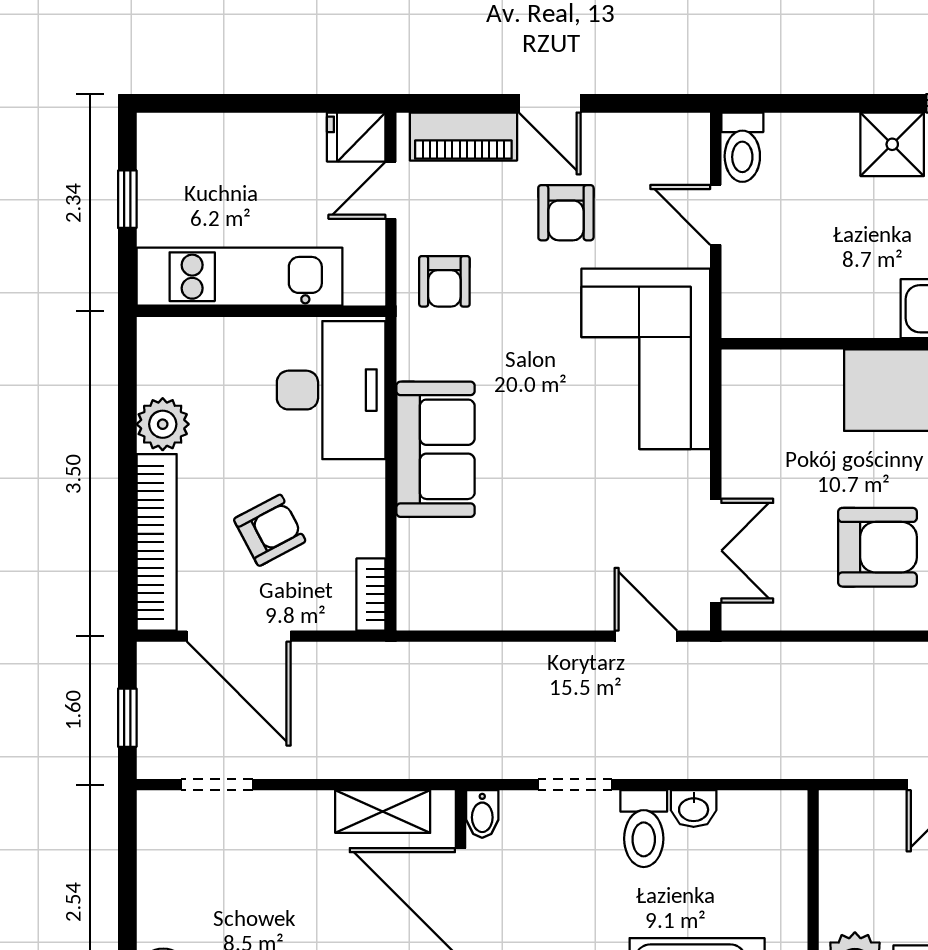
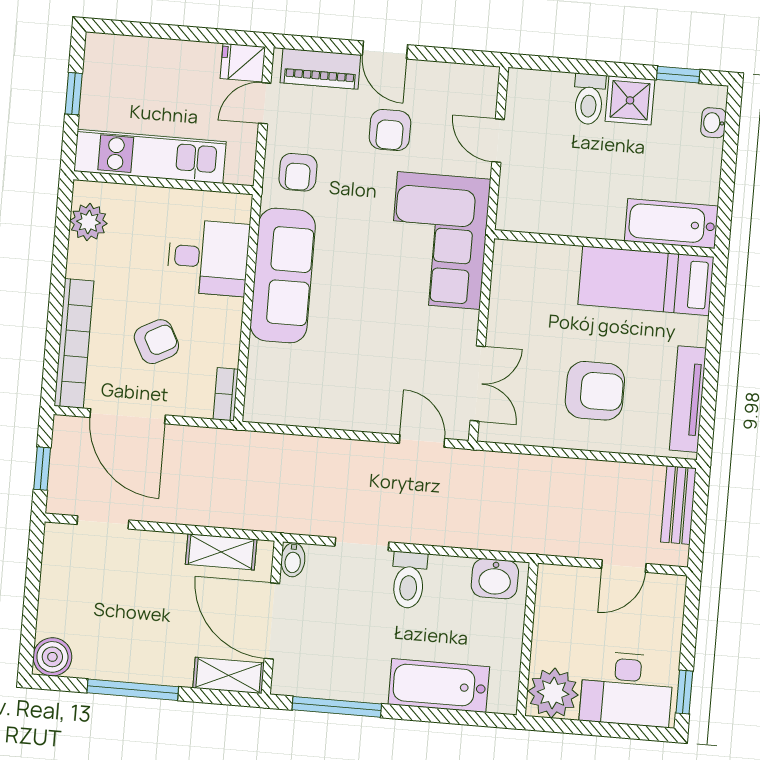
toilet: (742, 147) -> (589, 99), moved
desk: (331, 390) -> (208, 258), width x0.73
plant: (163, 424) -> (89, 222), moved
sofa: (436, 449) -> (283, 276), width x1.36
washbasin: (694, 809) -> (495, 579), moved, width x1.38, depth x1.45

